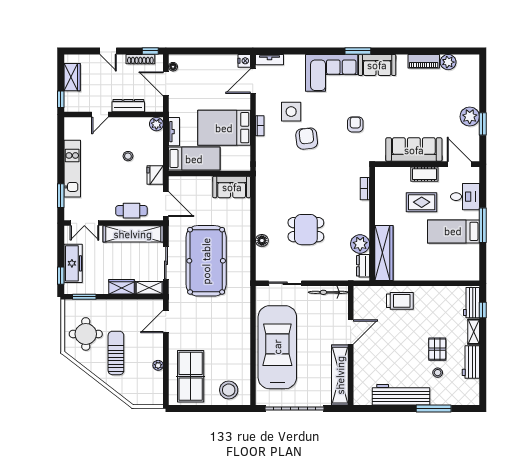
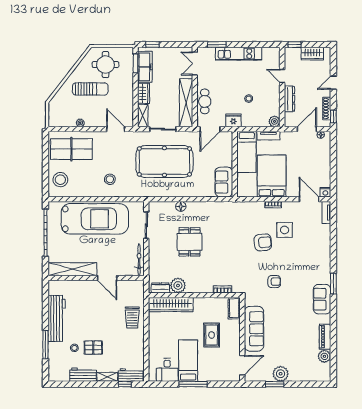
corner sofa: (332, 73) -> (316, 263), removed
cot: (424, 174) -> (234, 308), moved
desk: (465, 197) -> (167, 370), moved
freezer: (73, 263) -> (145, 67), moved, turned -90
stool: (228, 329) -> (110, 179), added

